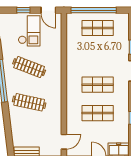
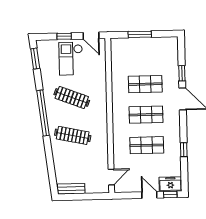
window: (94, 10) -> (140, 34), width x0.47
shop shelf: (98, 28) -> (145, 84), moved
checkout: (29, 31) -> (71, 59), turned 180

